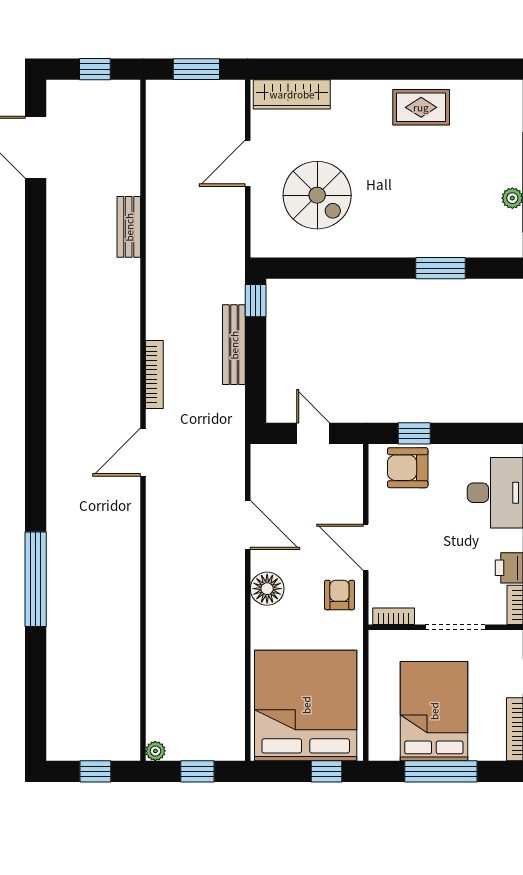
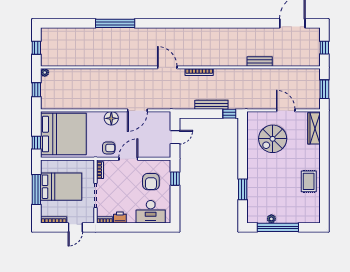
armchair: (408, 468) -> (151, 182), moved, turned 180

